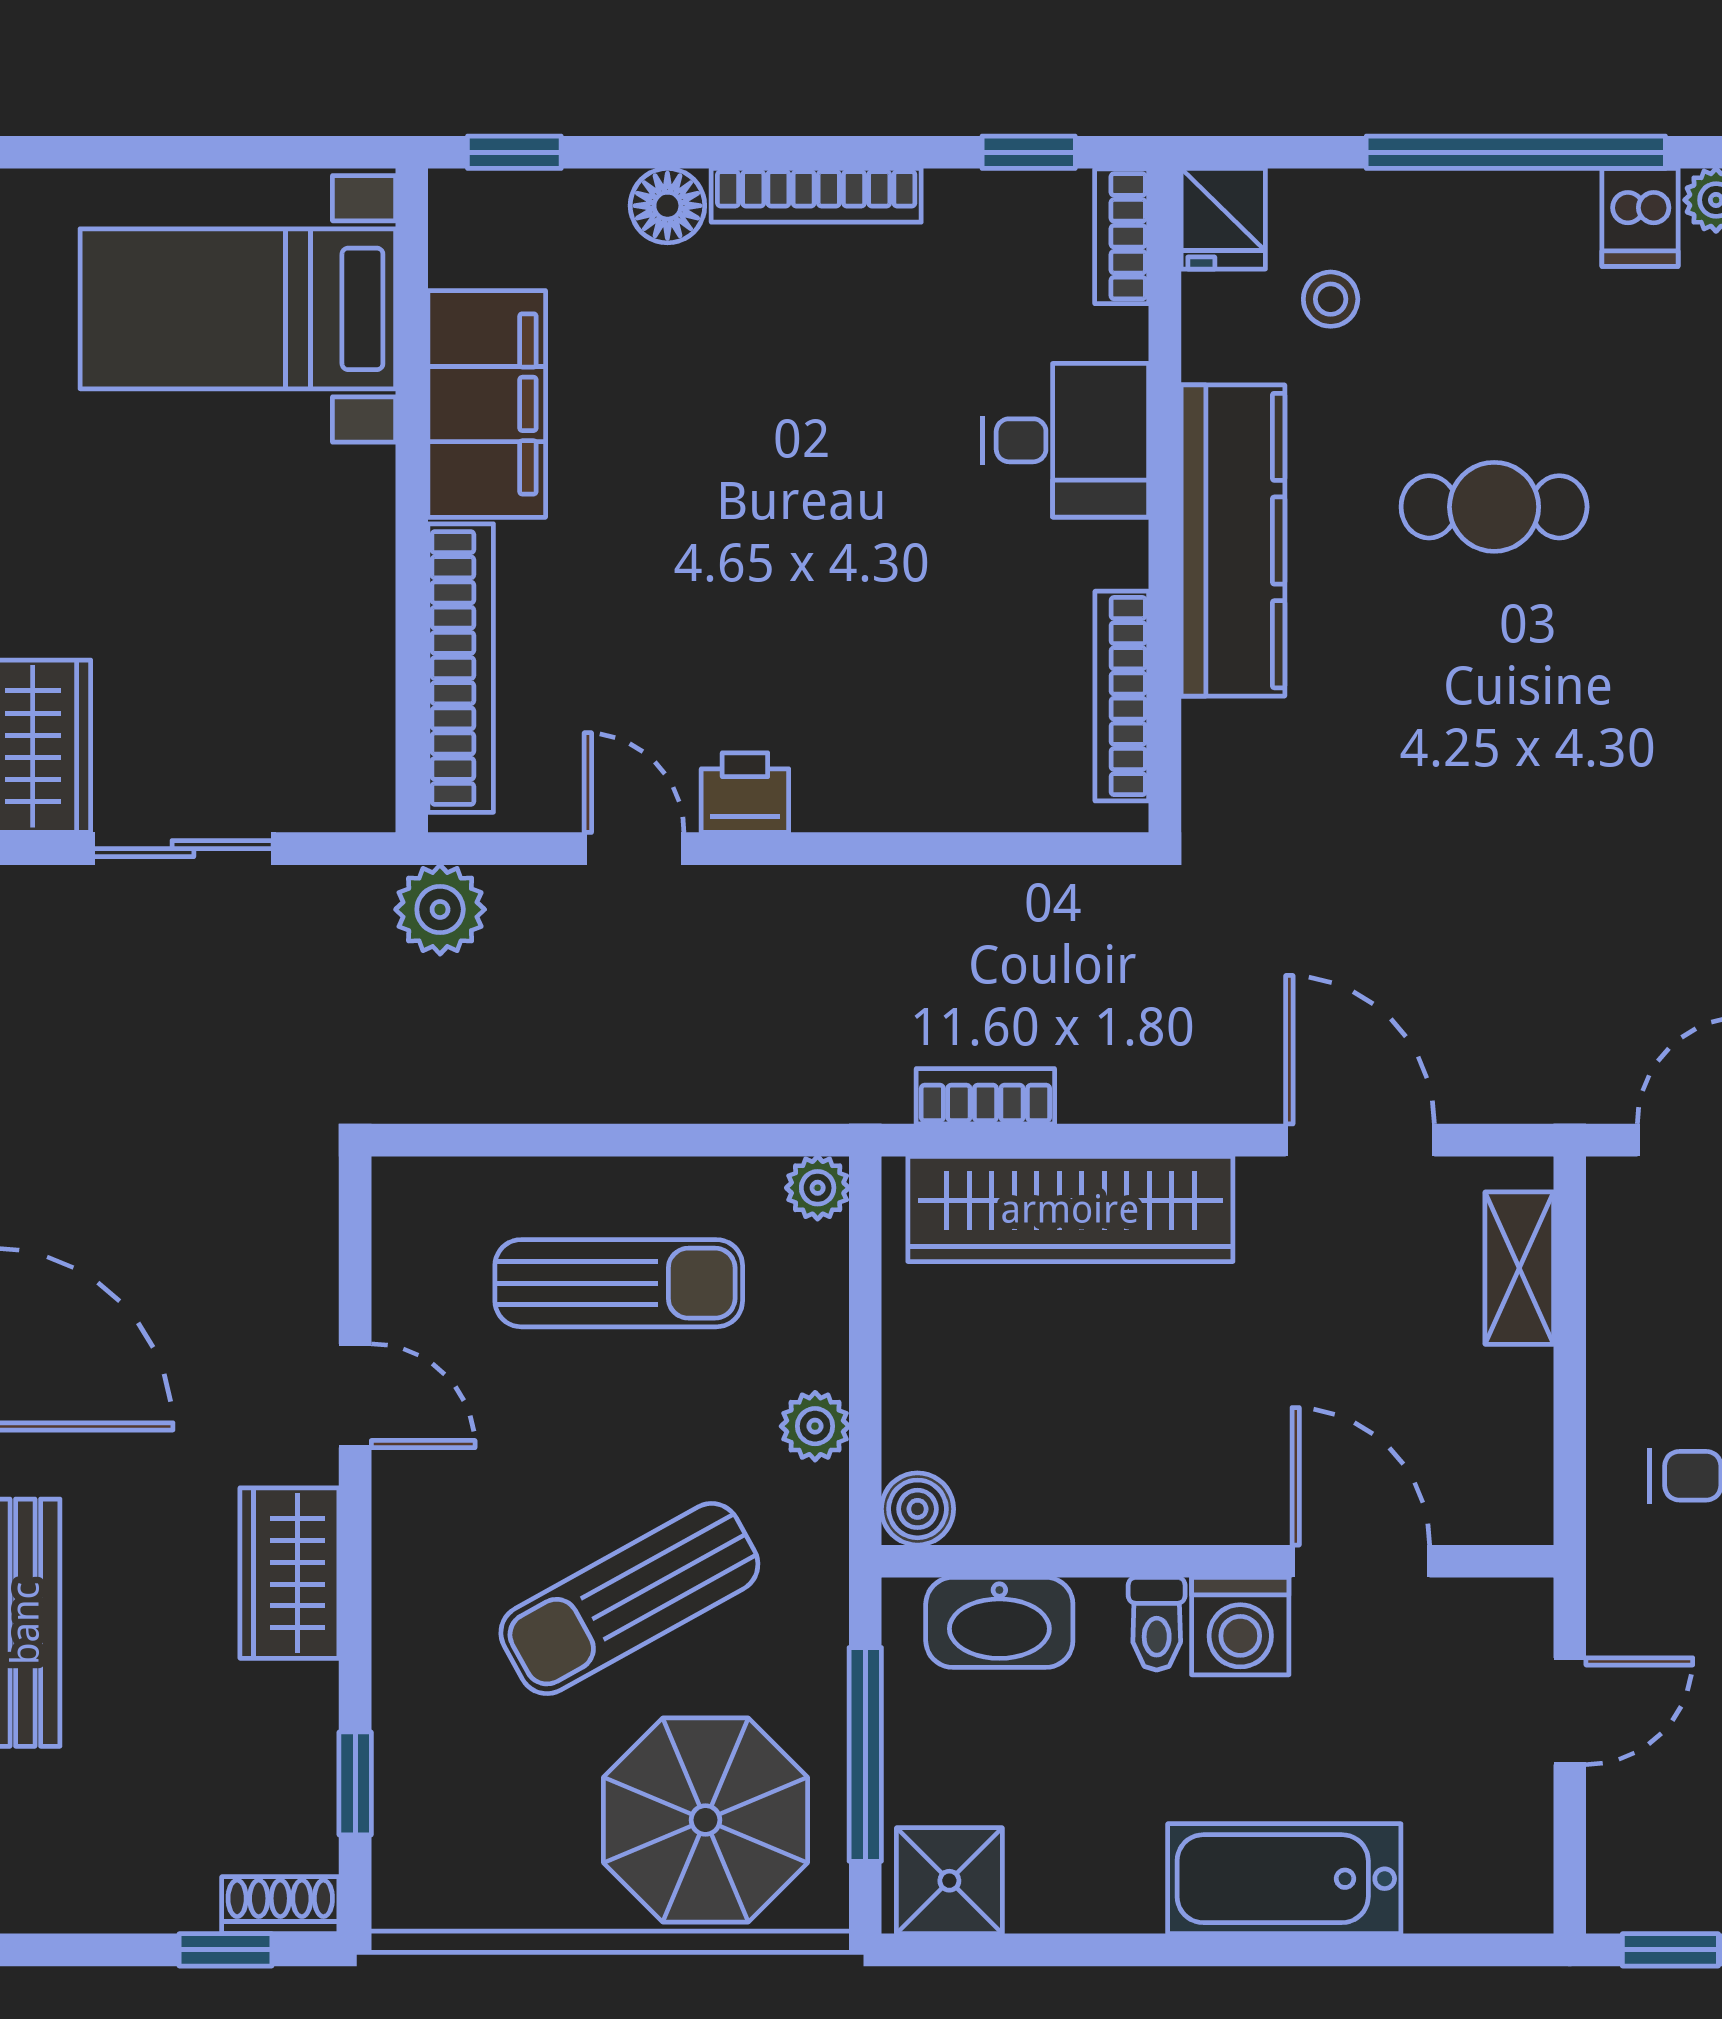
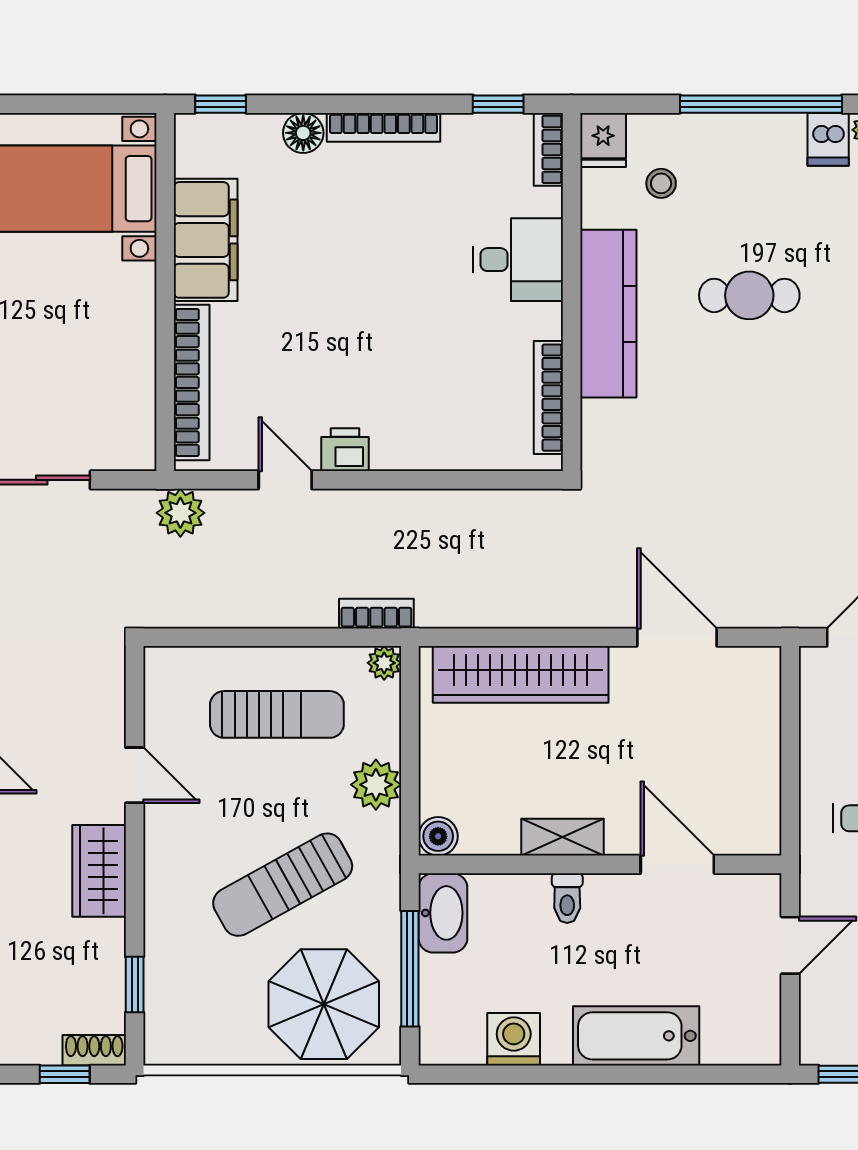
bookcase: (985, 1096) -> (376, 614), moved
shelving: (1519, 1268) -> (562, 837), moved, turned 90
plant: (815, 1426) -> (376, 785), width x1.38, depth x1.38
washbasin: (999, 1622) -> (443, 913), moved, turned -90
washing machine: (1240, 1626) -> (514, 1039), moved, turned 180
shower: (949, 1881) -> (455, 1037), removed

